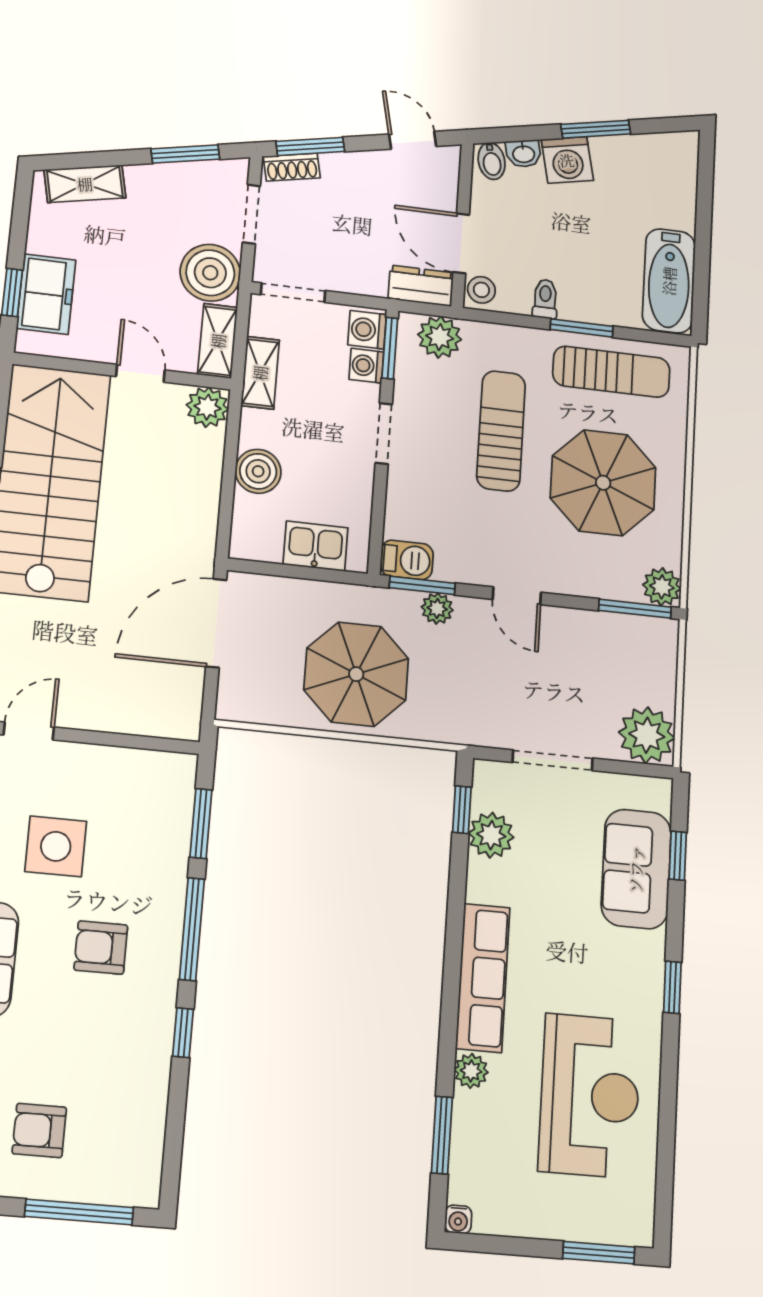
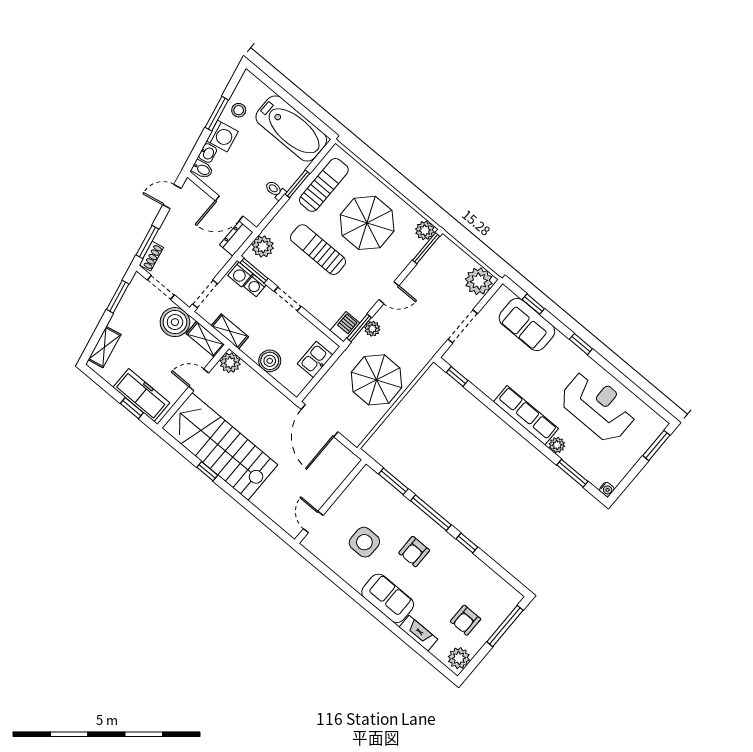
bathtub: (669, 281) -> (291, 128), width x1.36, depth x1.36
stool: (481, 290) -> (239, 110), moved
freezer: (46, 294) -> (141, 395), width x1.40
plant: (491, 835) -> (475, 372), removed

